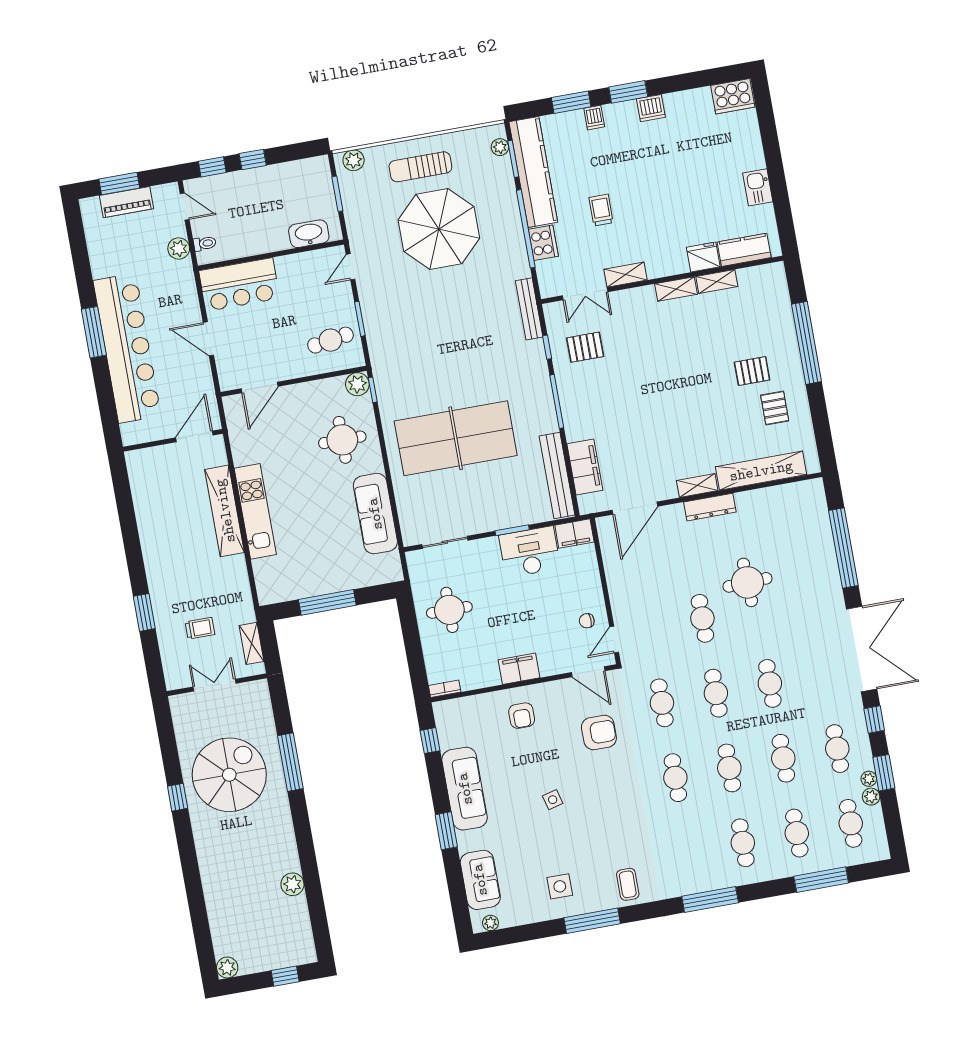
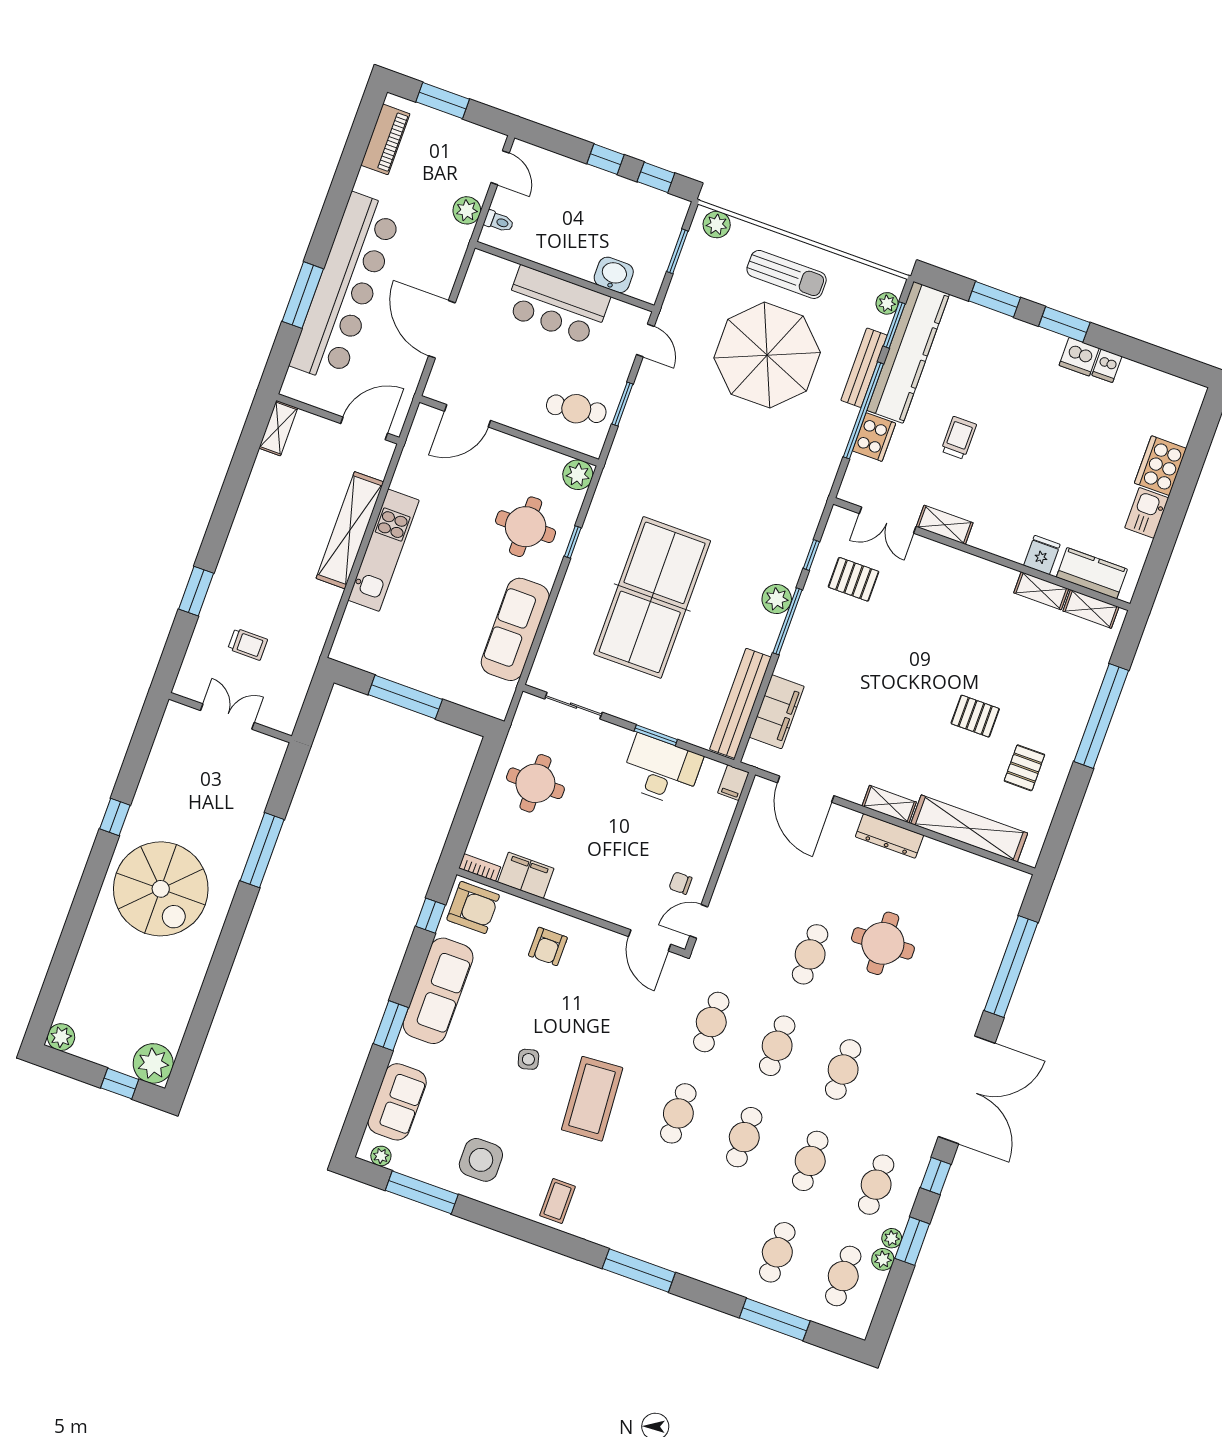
cooker: (733, 96) -> (1160, 466), moved, turned 90
dishwasher: (594, 118) -> (1107, 366), moved
window: (212, 167) -> (656, 177), moved
sun lounger: (420, 167) -> (787, 274), turned 180
piano: (126, 202) -> (385, 139), moved, turned -90
washbasin: (309, 234) -> (614, 275), width x0.72
fridge: (703, 257) -> (1042, 555), width x0.72
door: (351, 267) -> (645, 340), swing flipped
bar counter: (239, 284) -> (557, 306), moved
shelving: (676, 289) -> (1091, 609), moved
bench: (529, 309) -> (864, 368), moved
window: (94, 332) -> (303, 295), moved
door: (208, 339) -> (442, 329), width x1.36
pallet: (752, 371) -> (975, 716), moved
window: (373, 390) -> (573, 542), moved
plant: (541, 391) -> (777, 599), added
table tennis table: (456, 438) -> (652, 597), turned 90
door: (635, 508) -> (806, 789), hinge flipped
filing cabinet: (574, 534) -> (733, 783), width x0.50
shelving: (252, 643) -> (278, 428), moved
filing cabinet: (519, 669) -> (526, 875), moved
armchair: (599, 732) -> (473, 907), moved
spiral stairs: (229, 775) -> (161, 889), moved, turned 90
coffee table: (611, 801) -> (592, 1099), added
cafe table: (743, 843) -> (711, 1229), removed
plant: (292, 884) -> (153, 1063), moved, width x1.36, depth x1.36
side table: (560, 886) -> (481, 1160), width x1.37, depth x1.37
window: (592, 921) -> (422, 1192), moved

